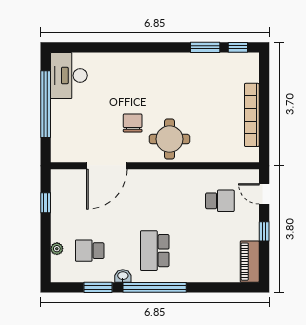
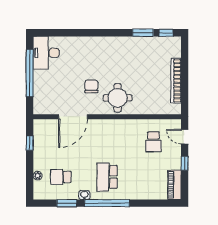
school desk: (220, 201) -> (153, 142), turned 90

